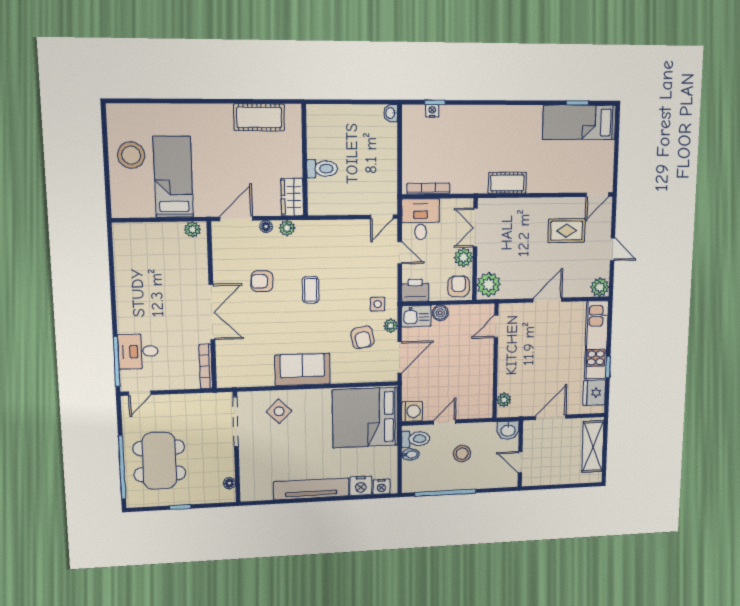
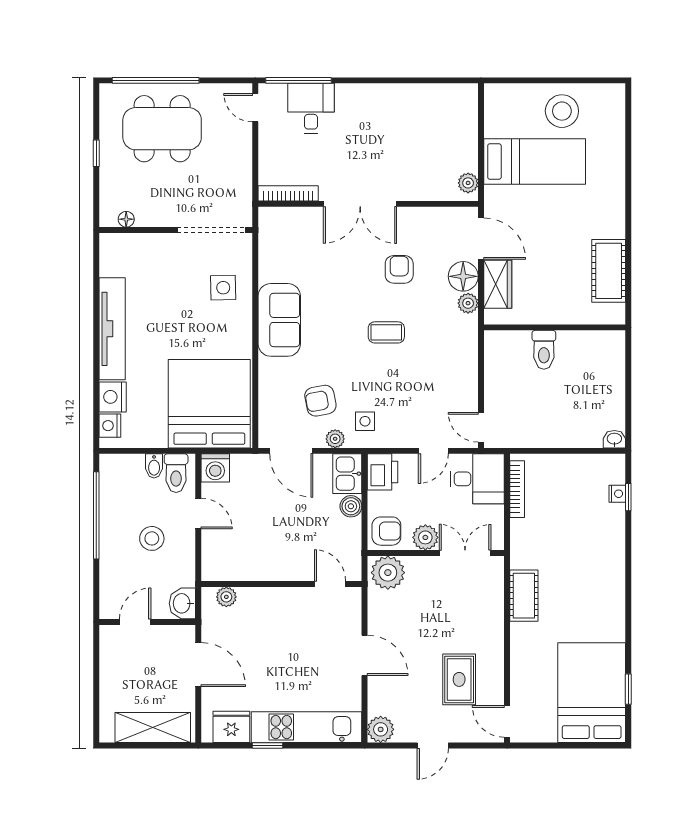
bed: (579, 122) -> (592, 693), width x1.50
wardrobe: (292, 197) -> (498, 284), moved, turned 90
floor lamp: (266, 227) -> (463, 276), width x1.89, depth x1.89
side table: (279, 411) -> (223, 288), turned 45

